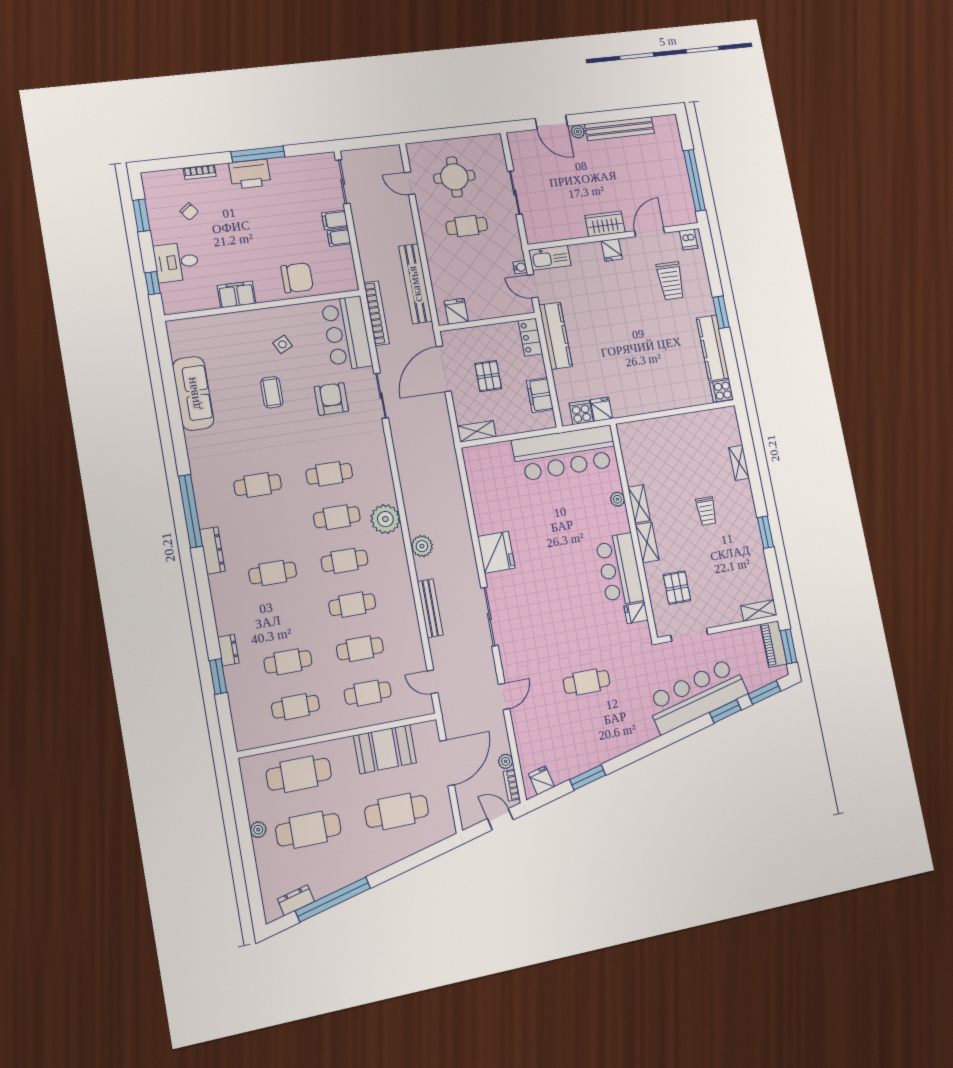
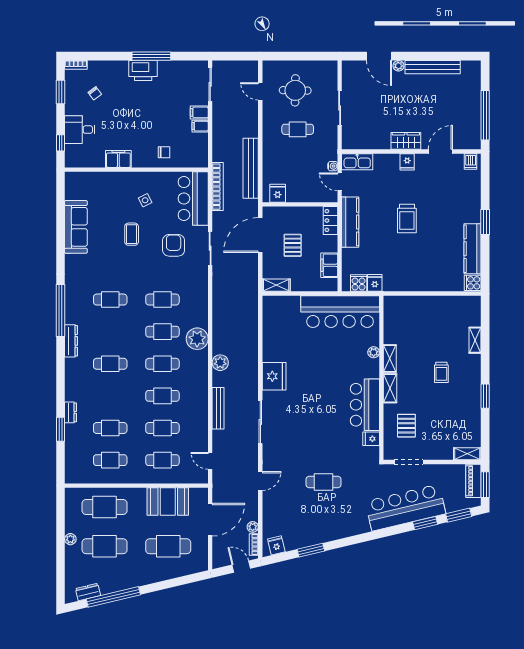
bookcase: (200, 172) -> (76, 65), moved
chair: (297, 278) -> (164, 152), width x0.54, depth x0.54
trolley: (671, 281) -> (407, 219), moved

